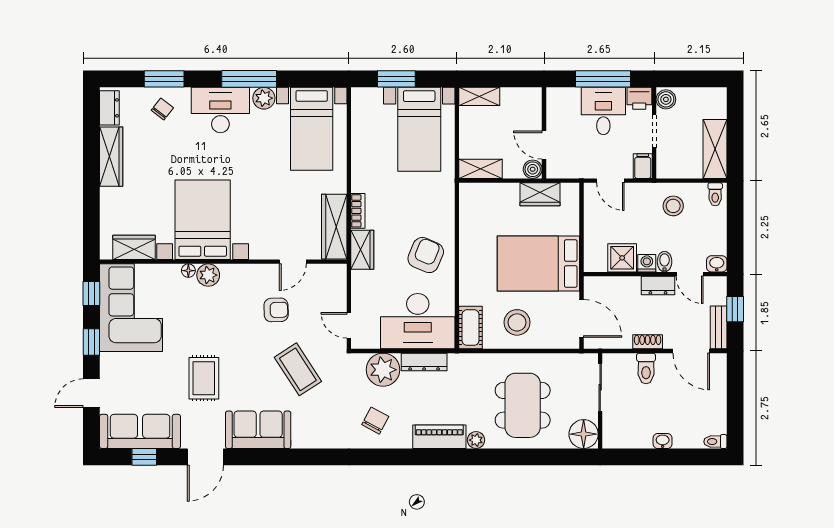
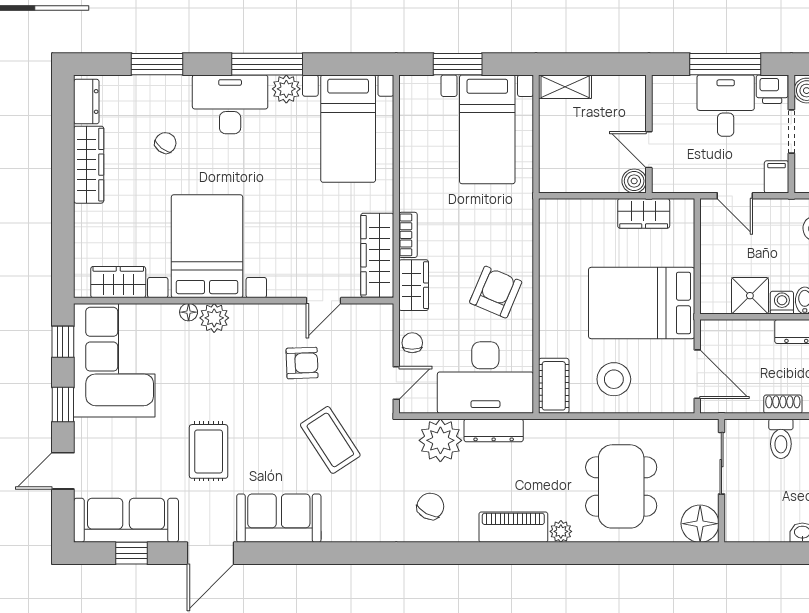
chair: (162, 109) -> (165, 143), moved
shelving: (481, 169) -> (567, 180), removed
chair: (361, 294) -> (412, 343), added
door: (349, 325) -> (396, 383), swing flipped

